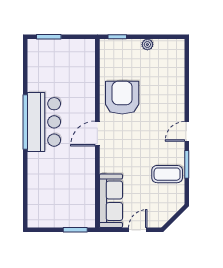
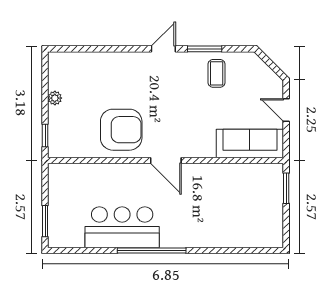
armchair: (122, 98) -> (121, 130), turned 180
bar counter: (44, 122) -> (122, 227), moved
door: (187, 131) -> (163, 49), swing flipped
coffee table: (167, 174) -> (217, 73), width x0.73, depth x0.77

